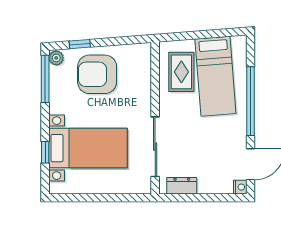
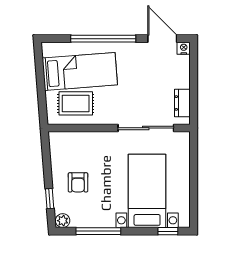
armchair: (97, 74) -> (78, 182), width x0.53, depth x0.53
window: (45, 79) -> (98, 231), moved
window: (45, 152) -> (168, 231), moved

